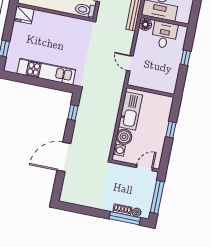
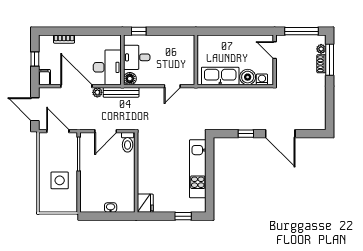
window: (186, 58) -> (139, 31), moved
window: (73, 113) -> (246, 134), moved
window: (171, 130) -> (231, 31), removed

